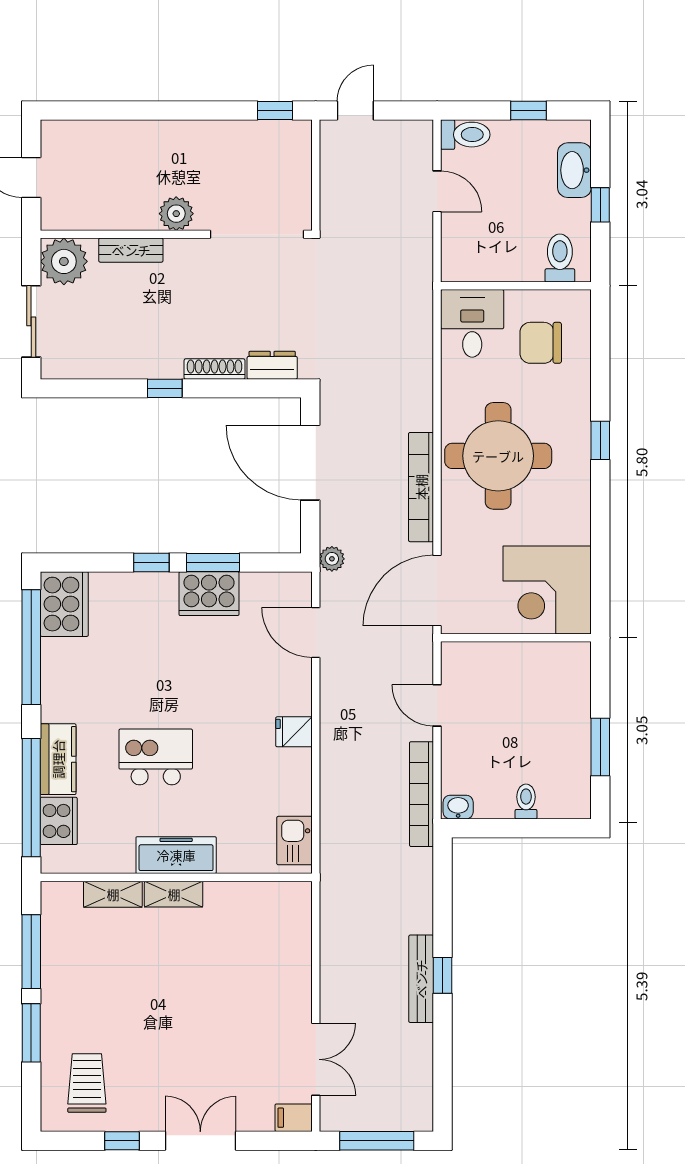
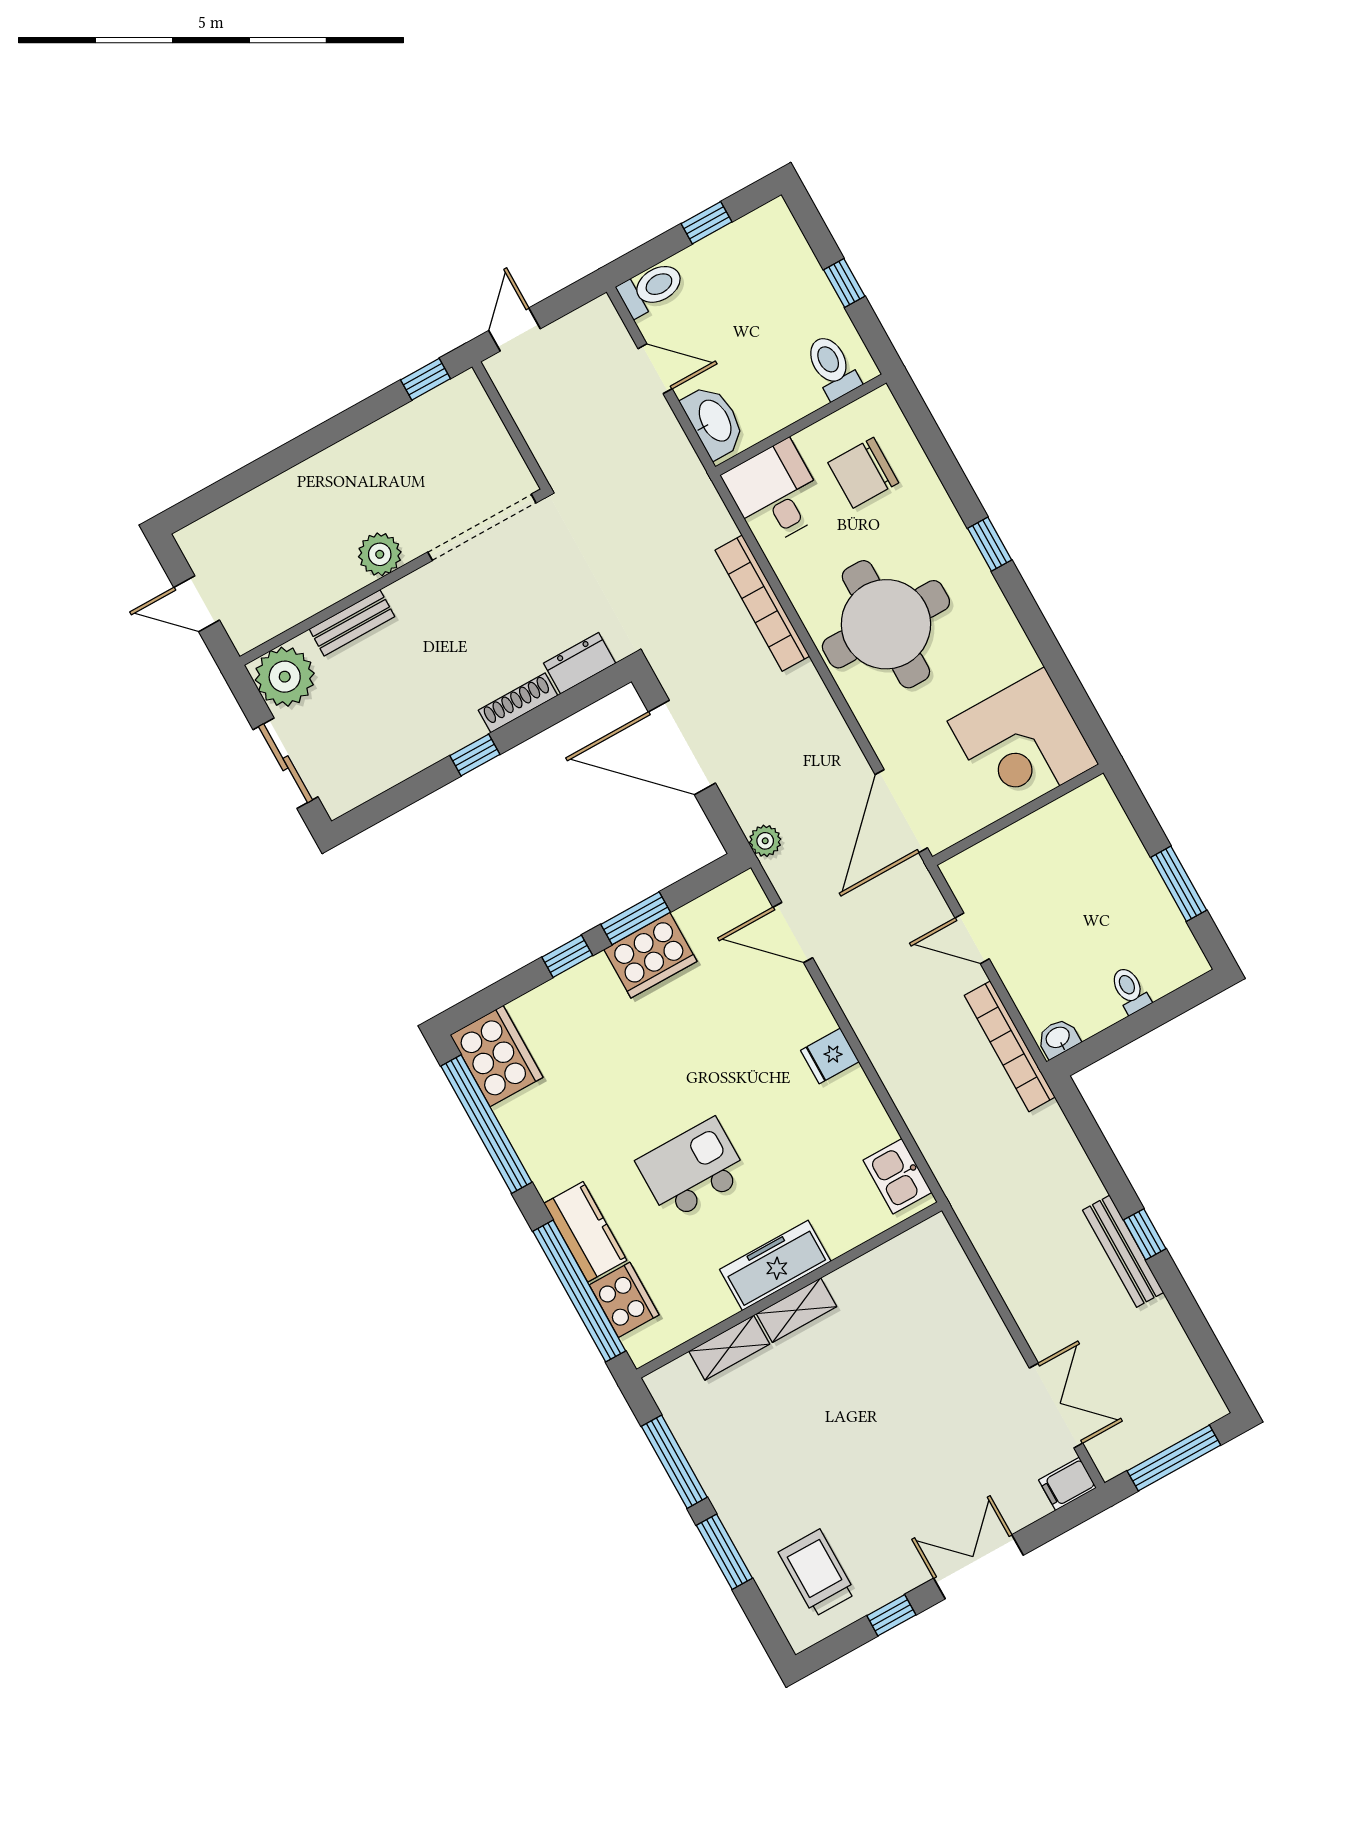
washbasin: (574, 170) -> (714, 421), moved, turned 180
bookcase: (421, 487) -> (762, 603), moved

